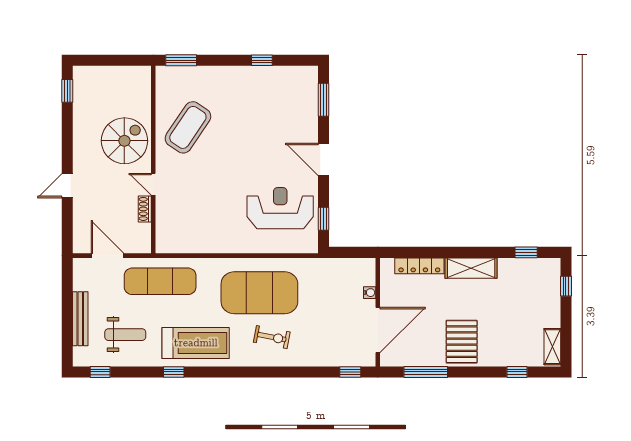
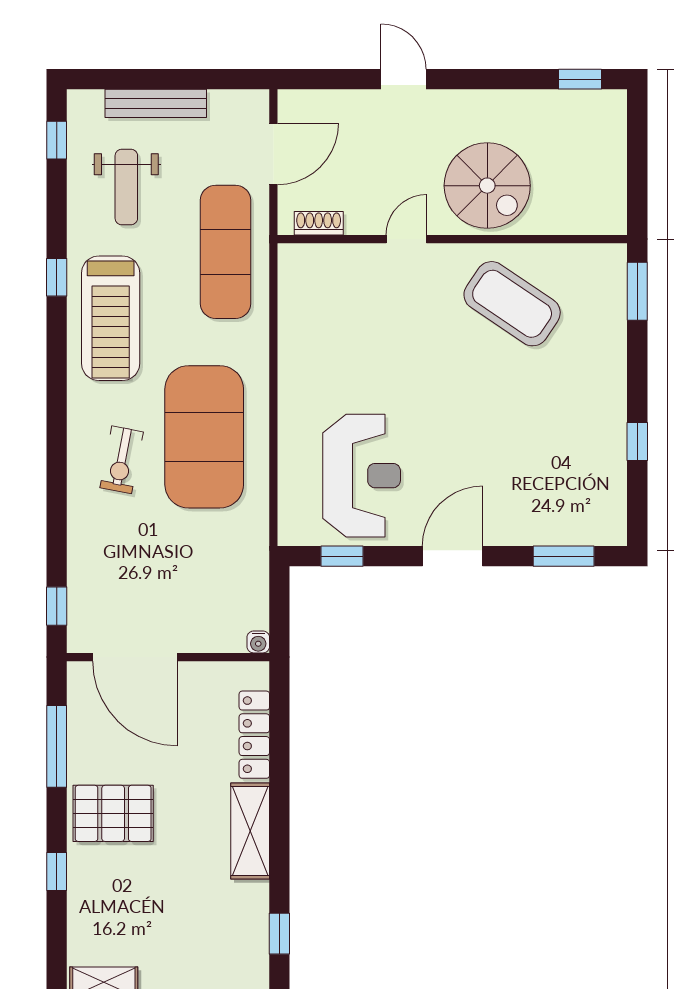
shoe rack: (145, 209) -> (319, 223), moved
water cooler: (370, 293) -> (258, 642), moved
window: (517, 372) -> (57, 872), moved

